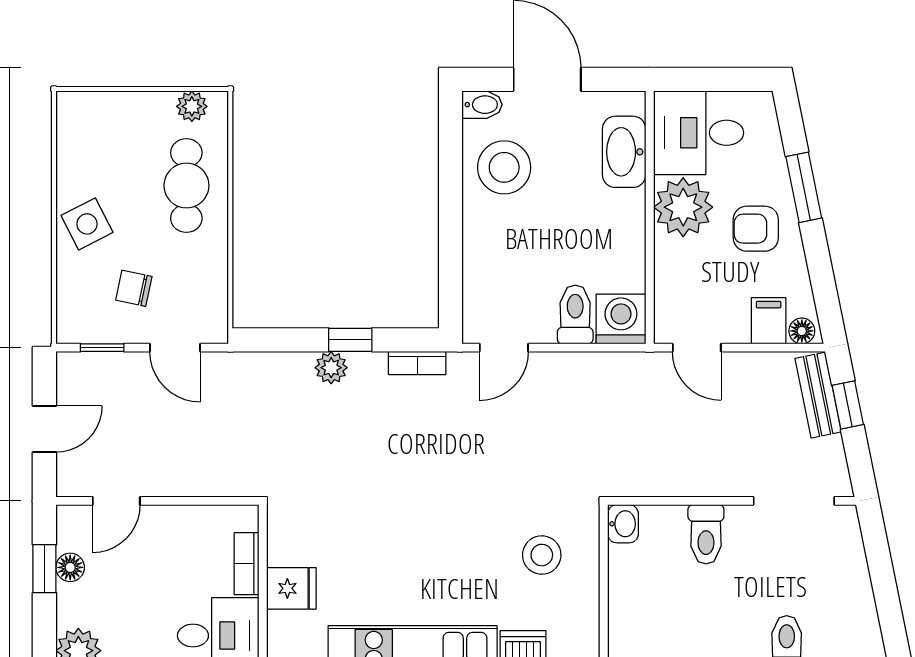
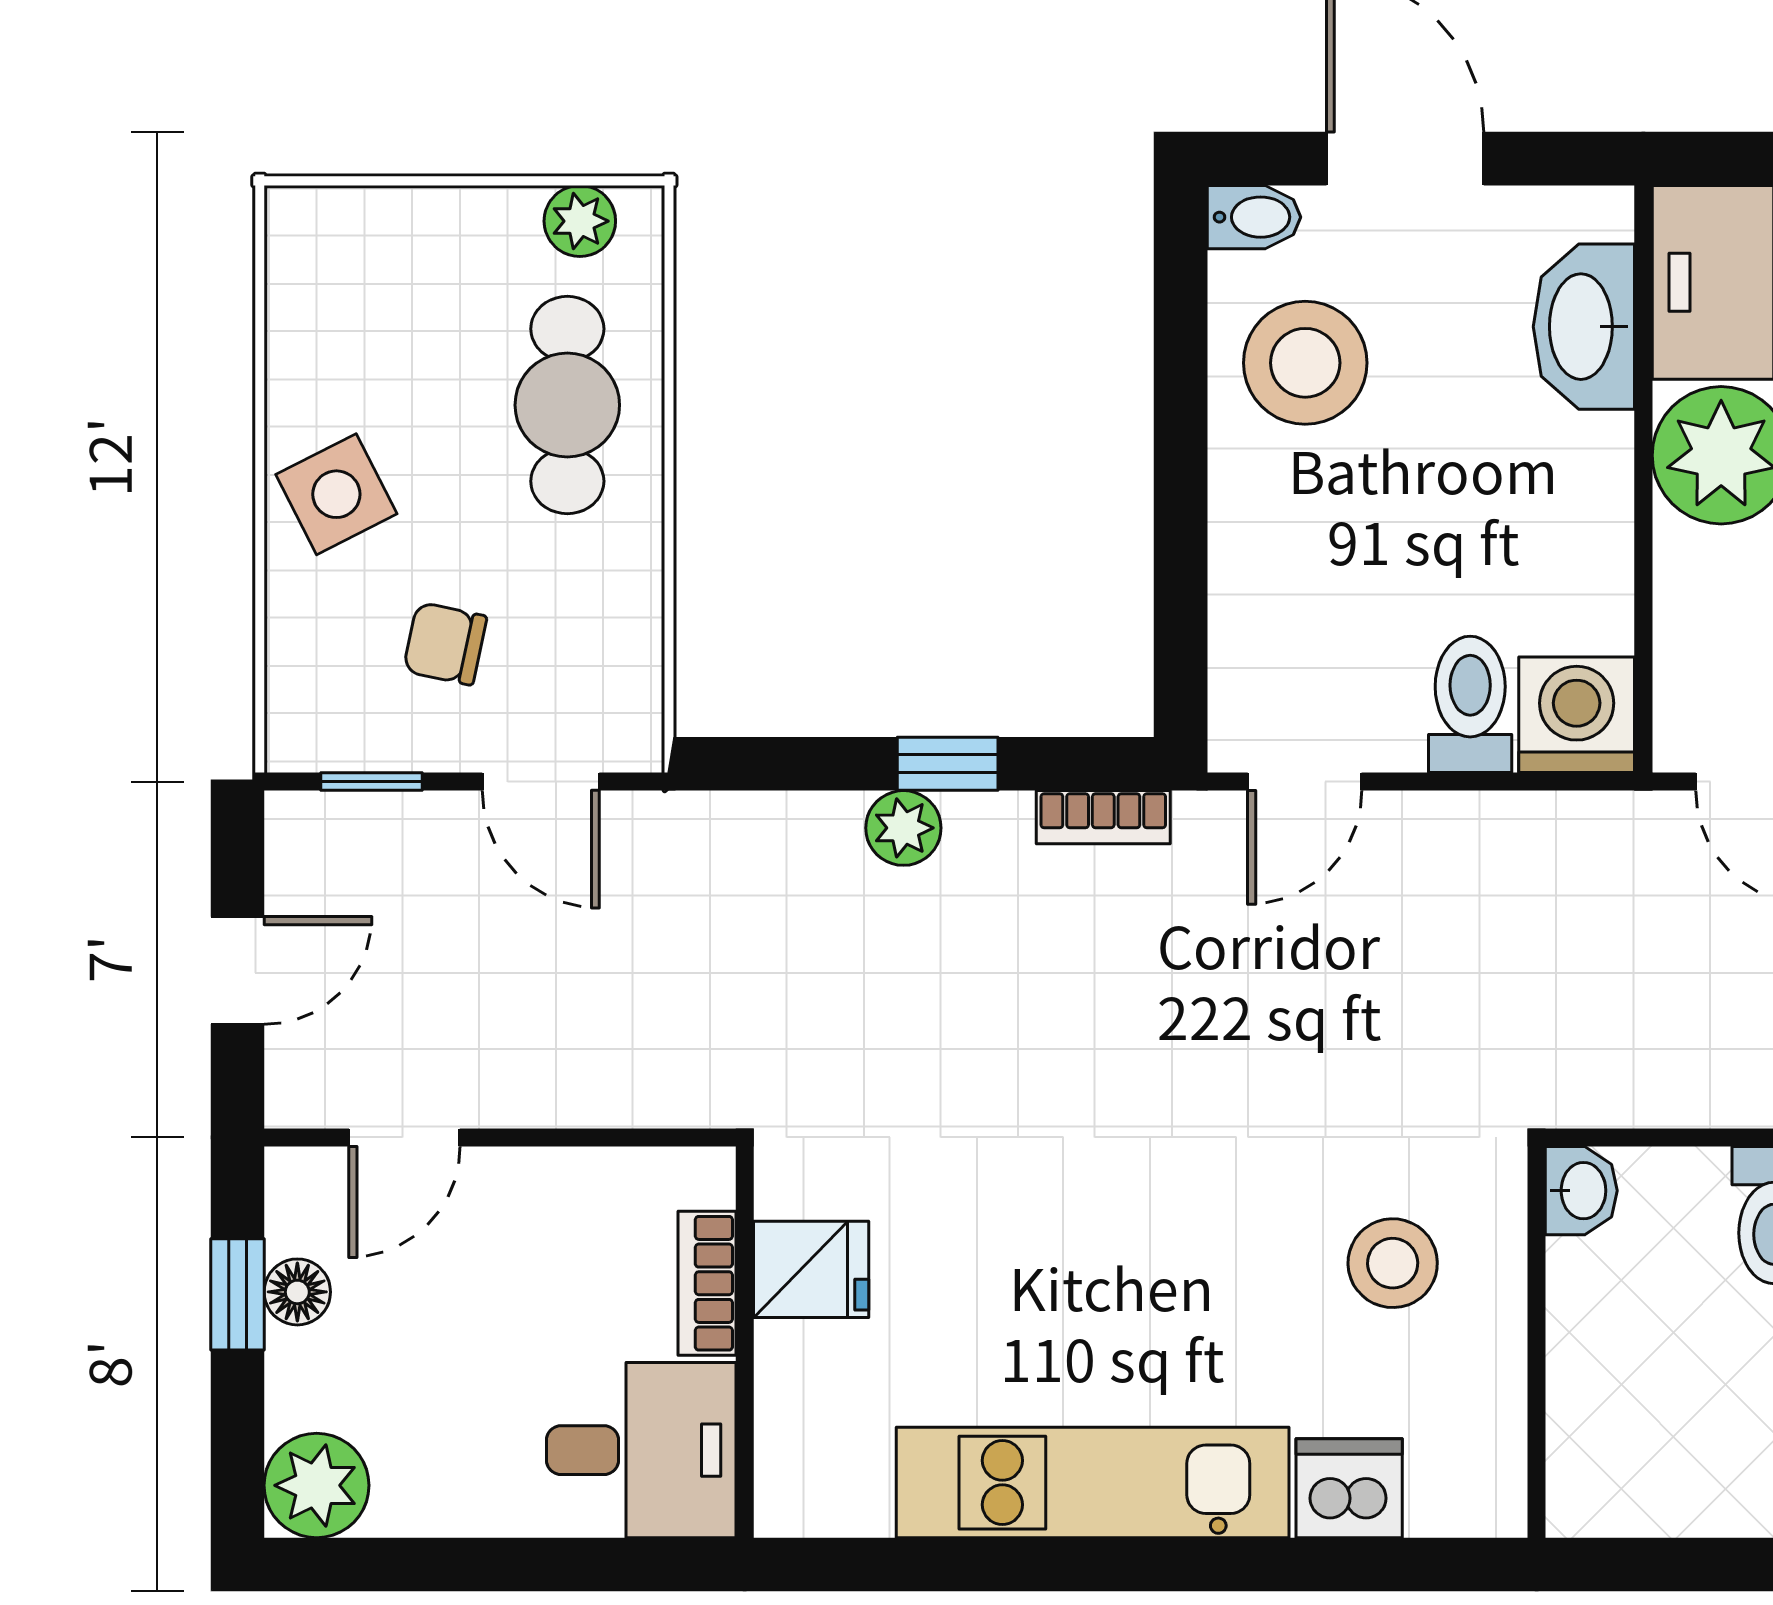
fridge: (291, 588) -> (811, 1269), moved

